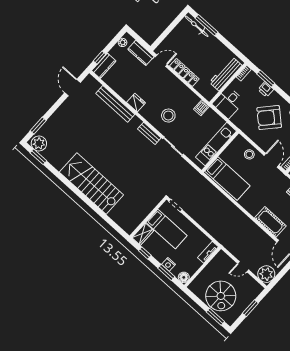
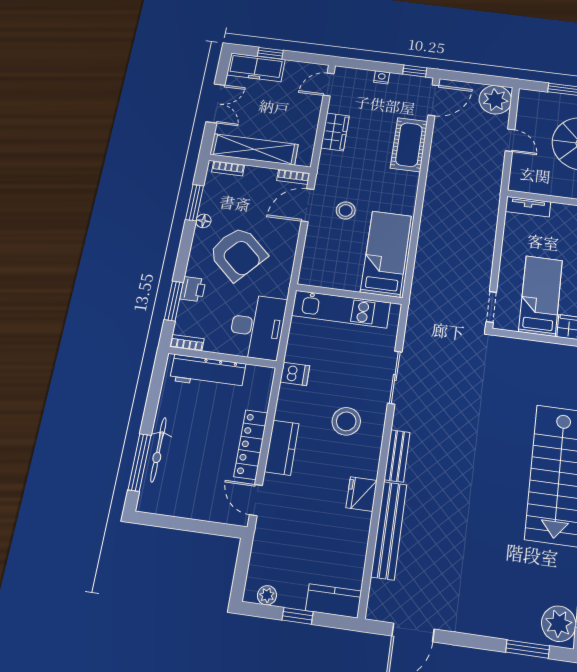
bicycle: (197, 26) -> (158, 450), moved
kitchen counter: (141, 53) -> (282, 448), moved
window: (100, 58) -> (297, 616), moved
desk: (228, 103) -> (257, 327), width x1.37
bench: (149, 133) -> (397, 456), moved
stool: (249, 154) -> (346, 210), moved

